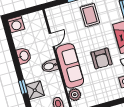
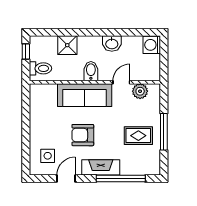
door: (52, 40) -> (121, 82), swing flipped
window: (23, 87) -> (75, 32), removed
plant: (75, 95) -> (140, 91), moved

